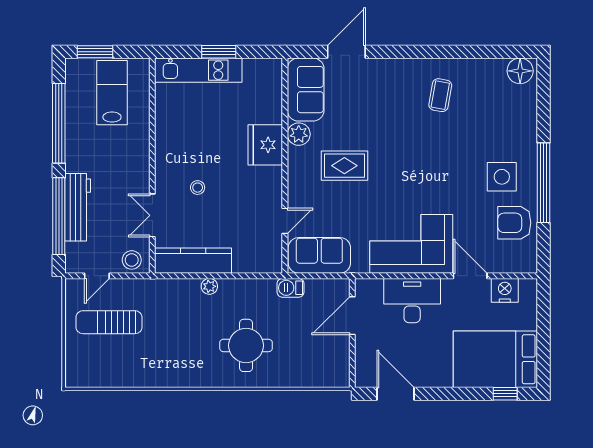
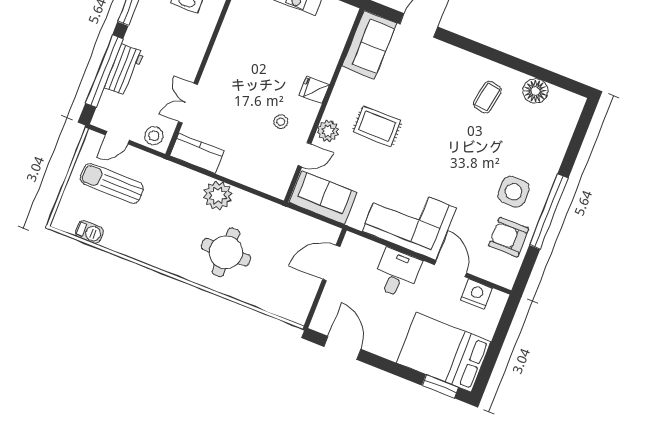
floor lamp: (520, 71) -> (535, 91), moved
plant: (299, 134) -> (328, 131), moved
fridge: (265, 145) -> (314, 90), width x0.53, depth x0.75
stool: (198, 188) -> (281, 122), moved
workbench: (78, 207) -> (124, 70), width x0.73
kitchen counter: (193, 261) -> (197, 153), width x0.67
plant: (209, 286) -> (218, 195), width x1.88, depth x1.88
barbecue: (290, 288) -> (89, 232), moved, turned 180
desk: (412, 301) -> (397, 273), width x0.73
window: (505, 394) -> (440, 386), width x1.50

